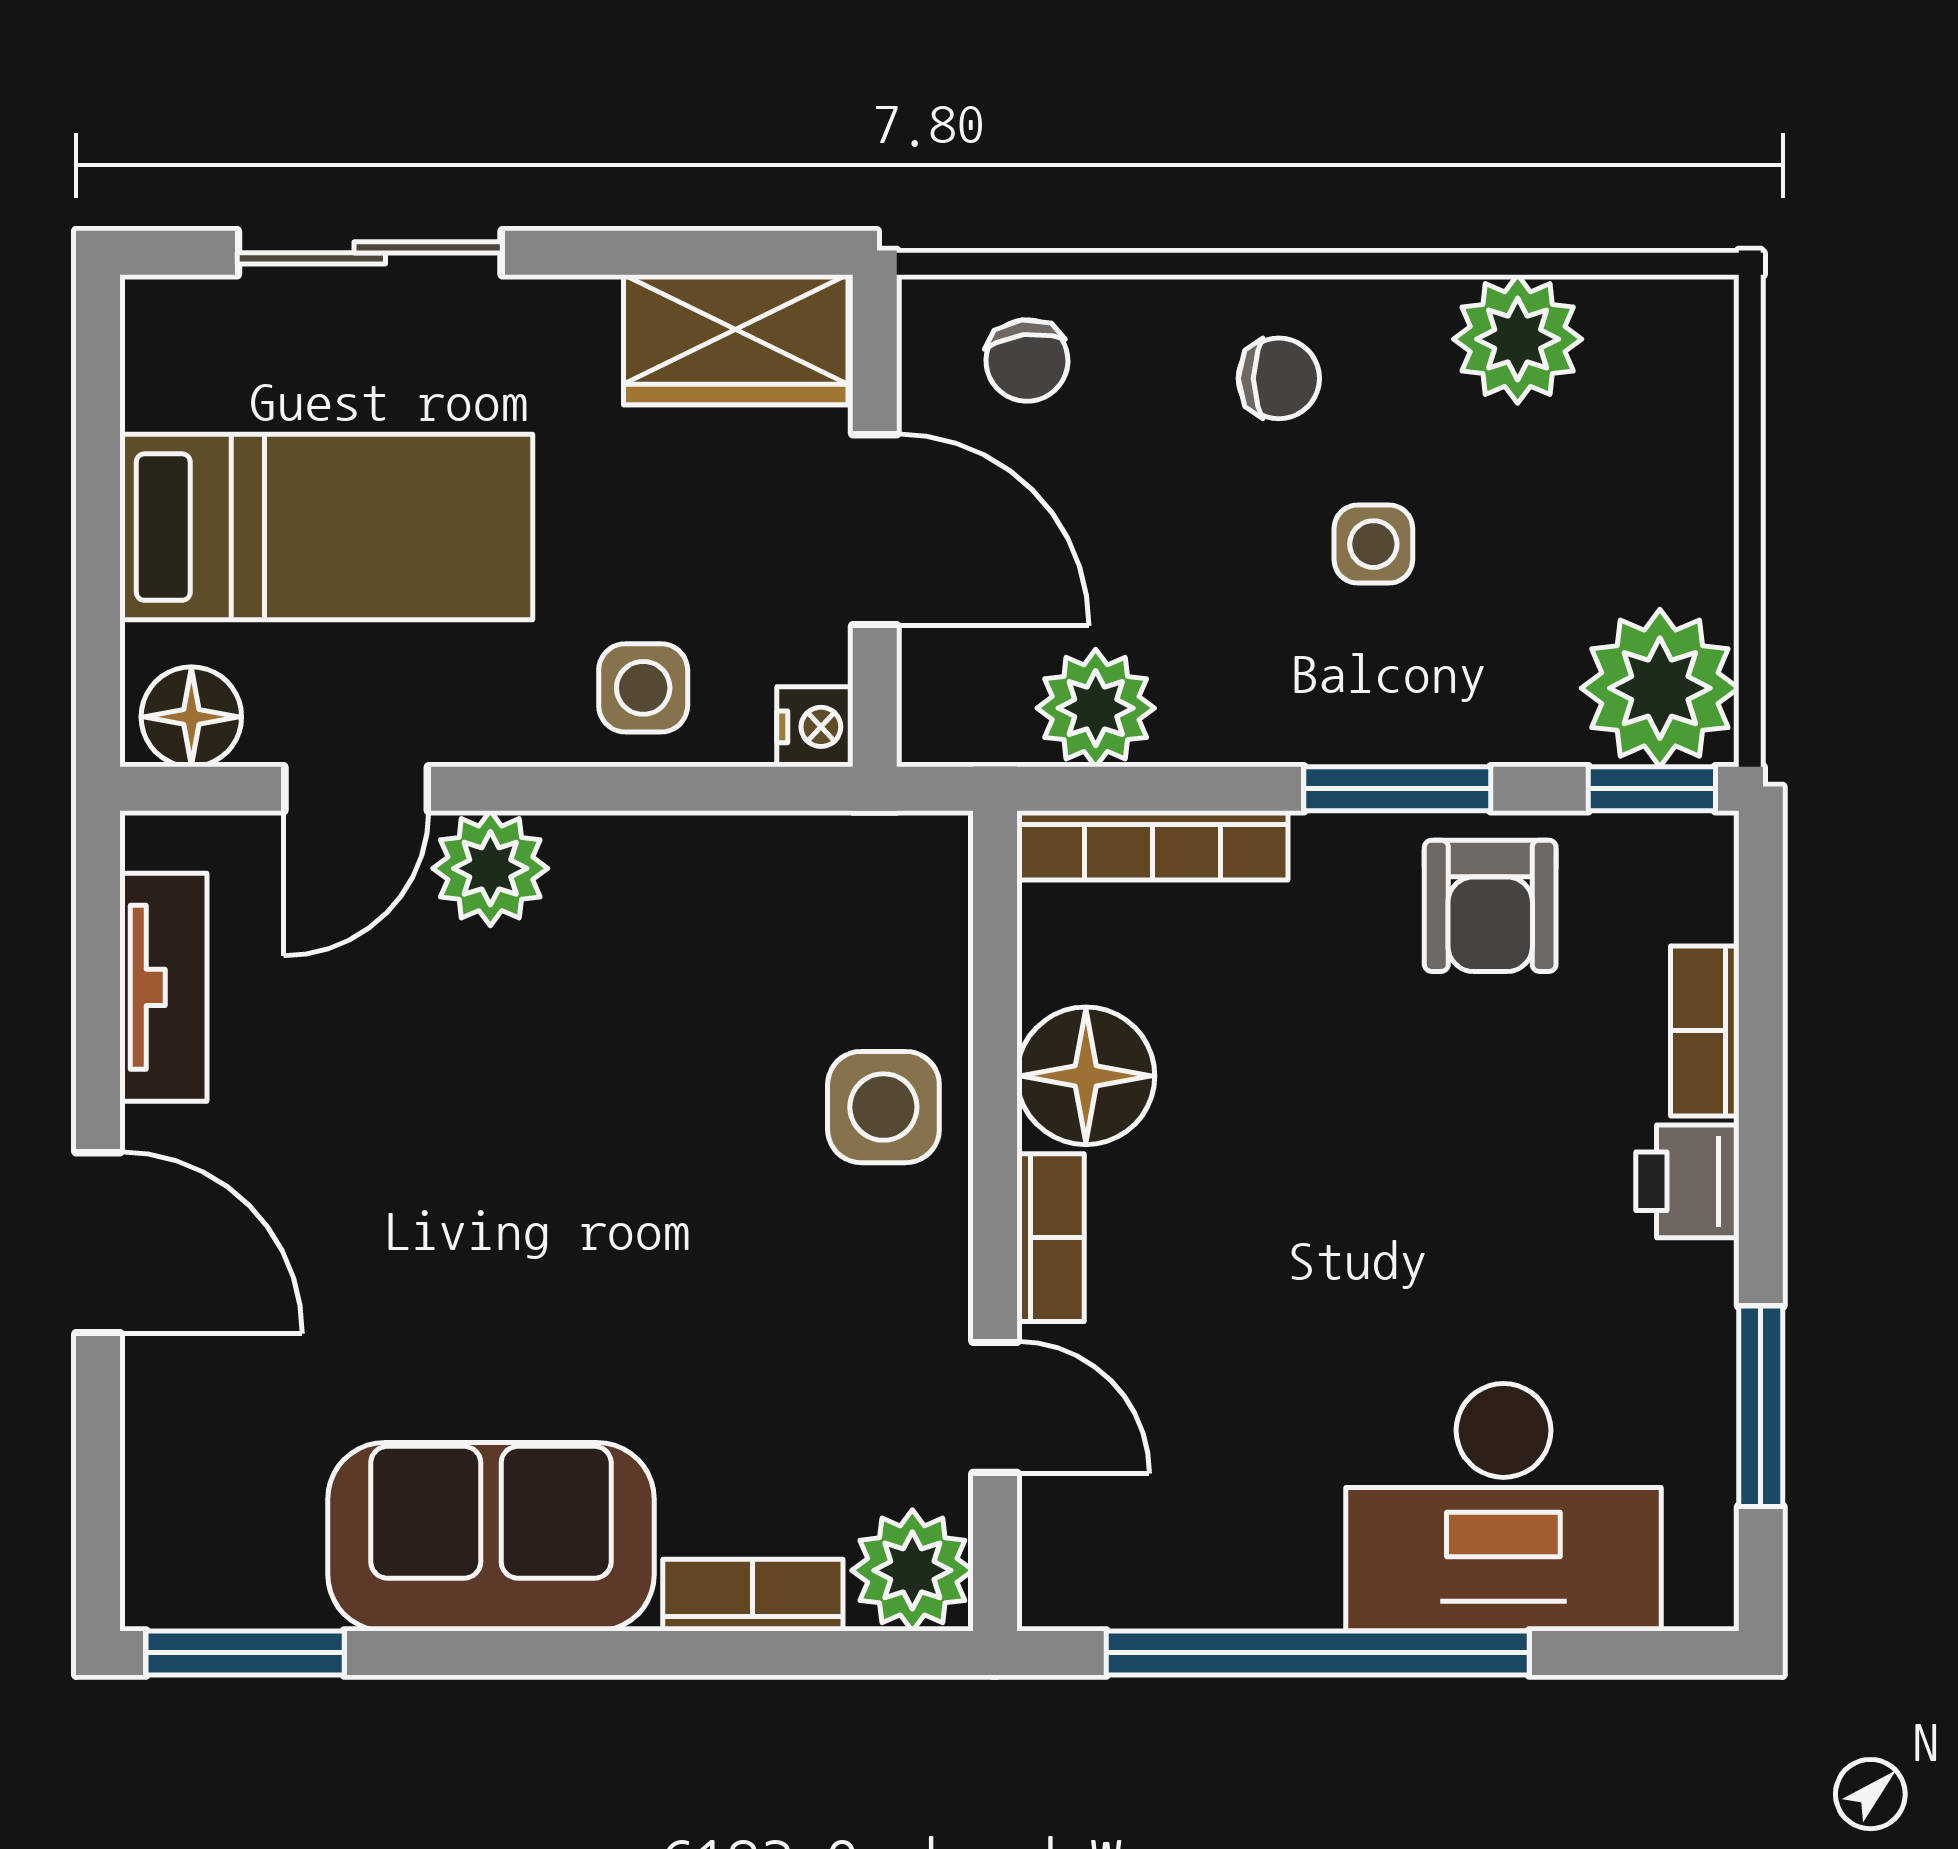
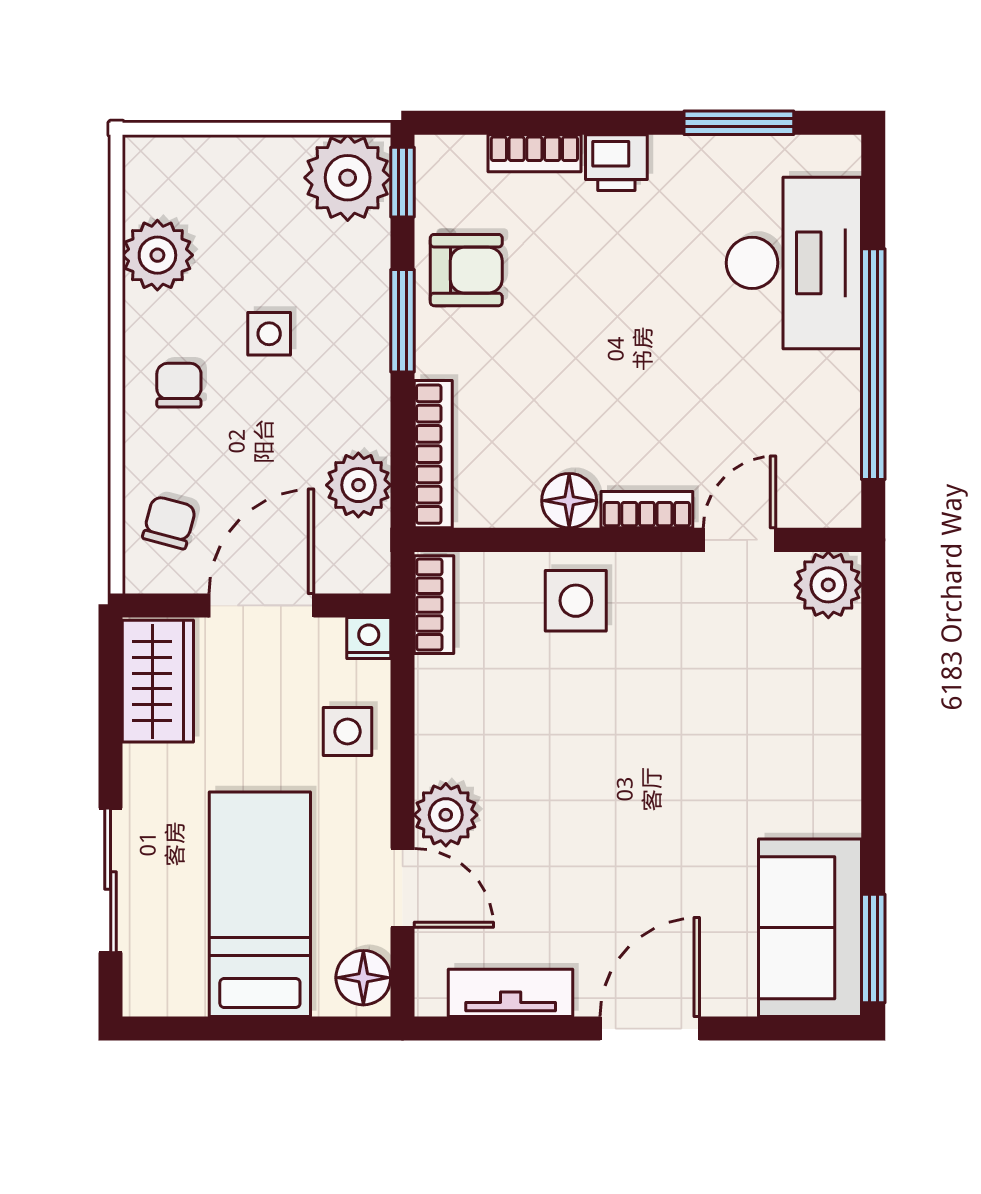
chair: (1027, 361) -> (169, 523), turned -68
floor lamp: (1086, 1076) -> (569, 501), width x0.73, depth x0.73
sofa: (491, 1537) -> (810, 928), moved
bookcase: (753, 1595) -> (434, 605), moved, turned 180

